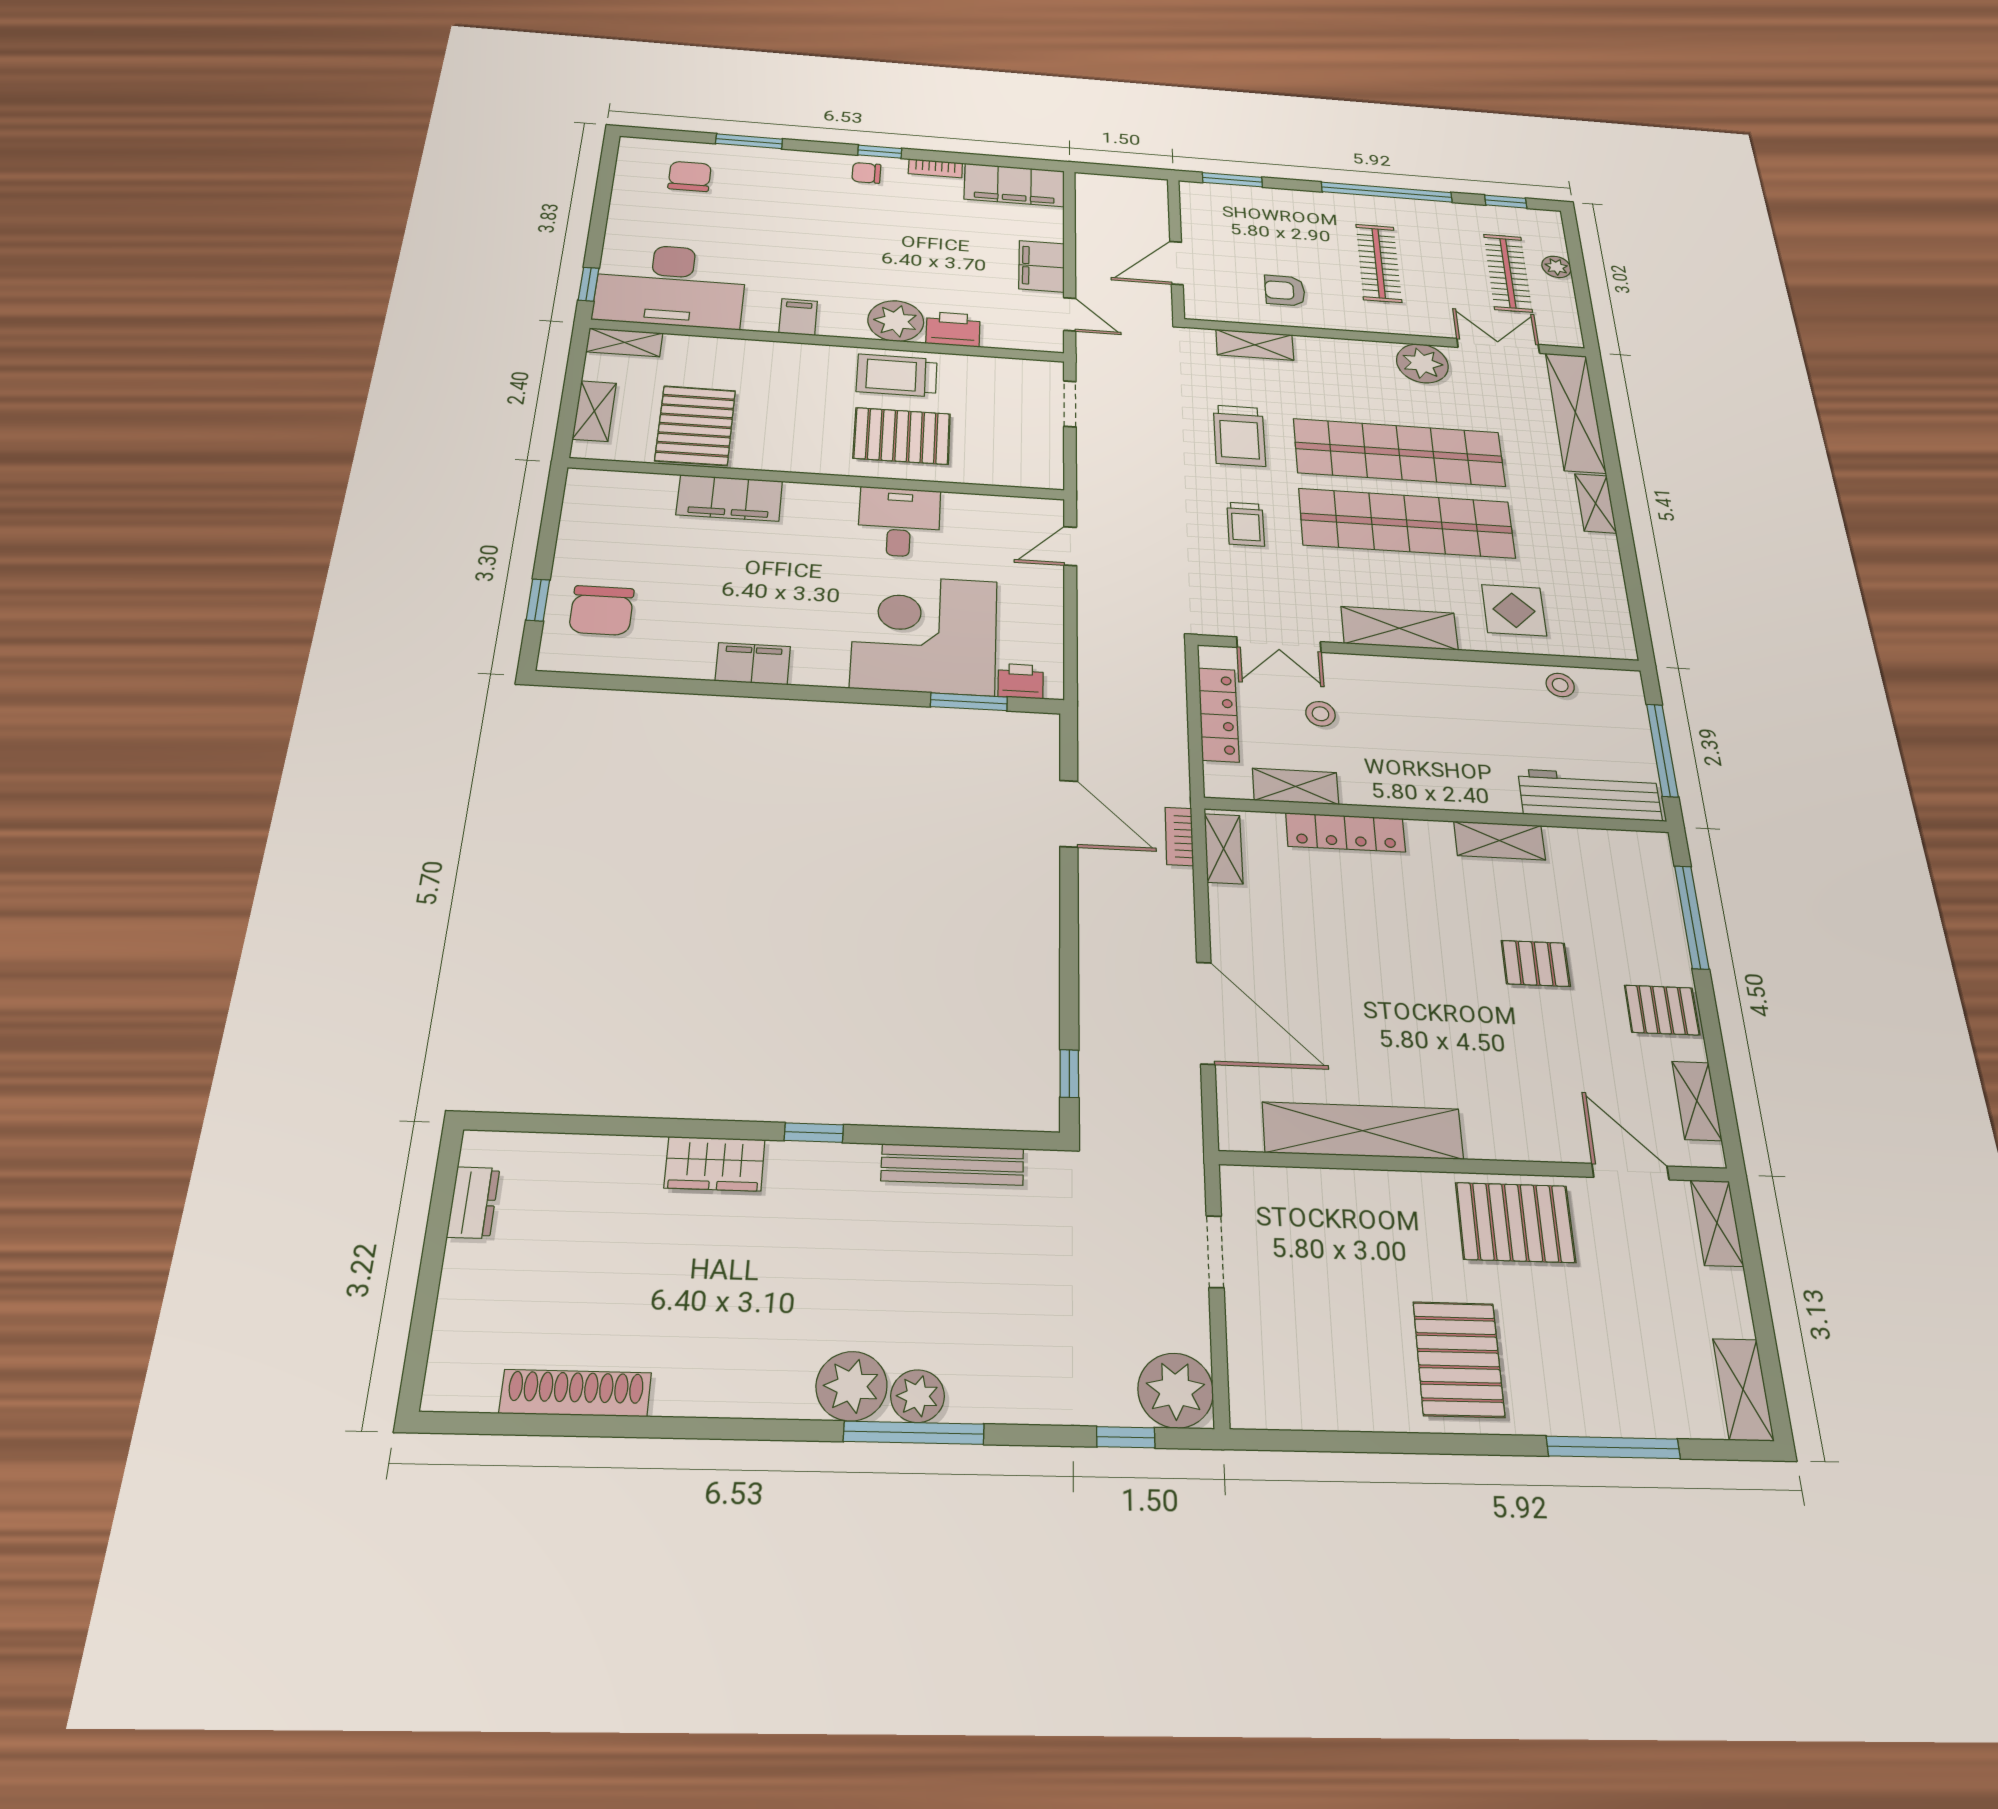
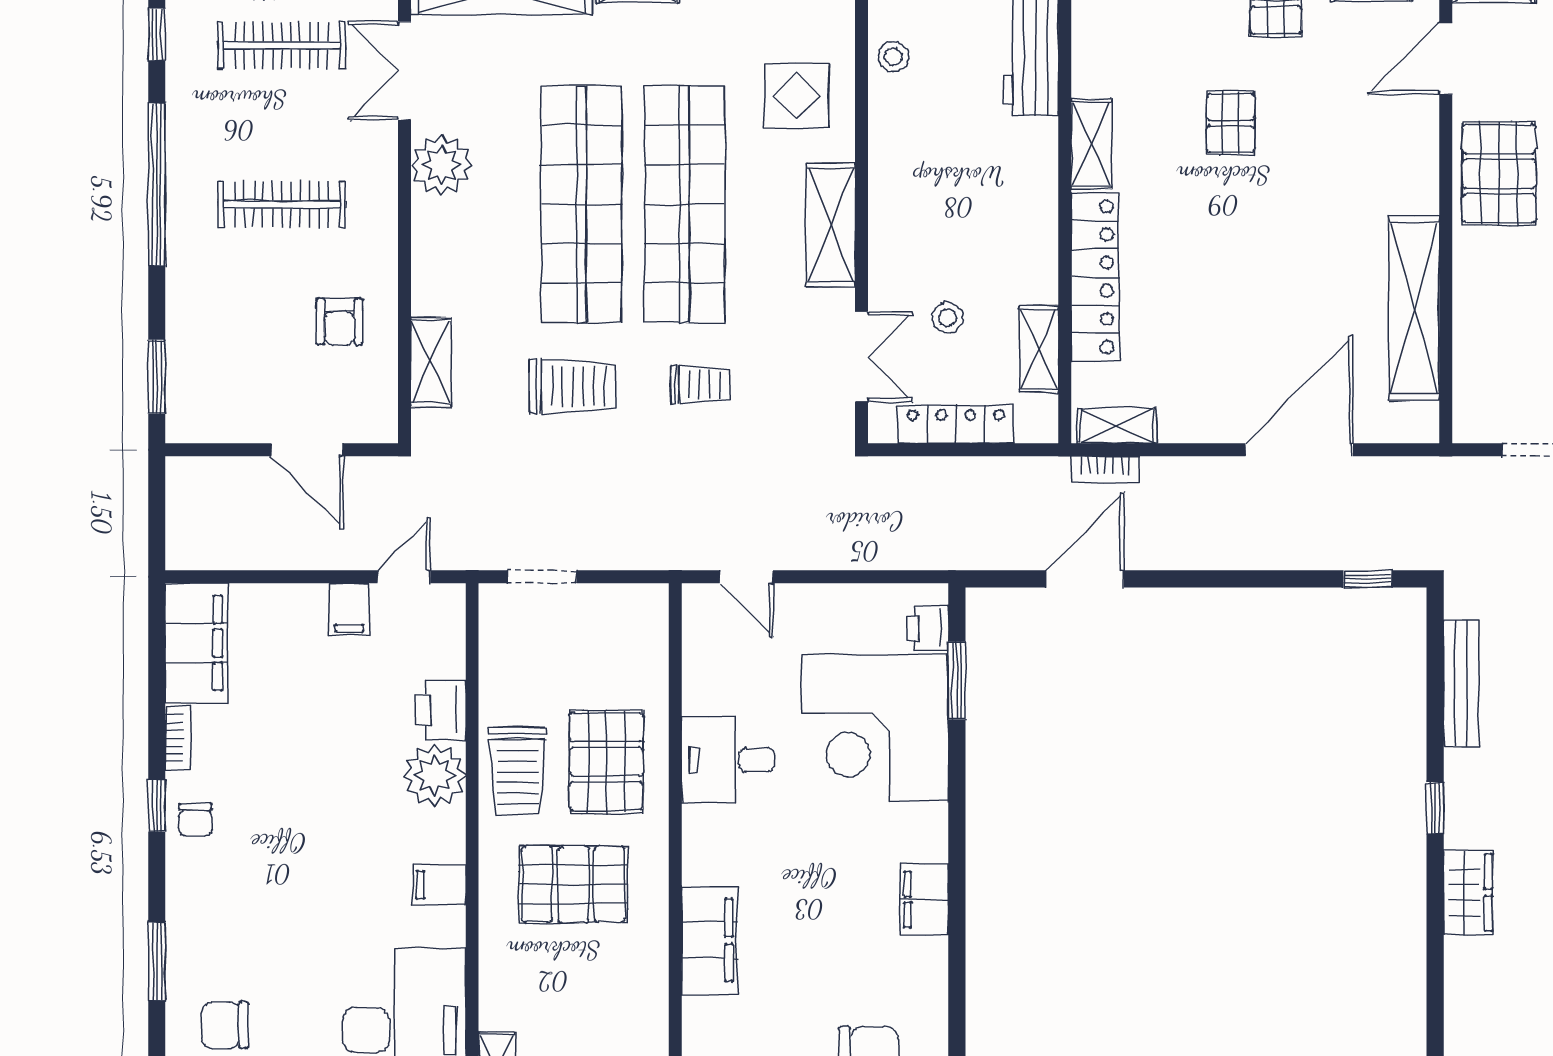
filing cabinet: (1042, 266) -> (349, 610), width x0.50
pallet: (695, 426) -> (573, 884), moved
locker: (1345, 832) -> (1095, 277), width x1.41, depth x1.21

